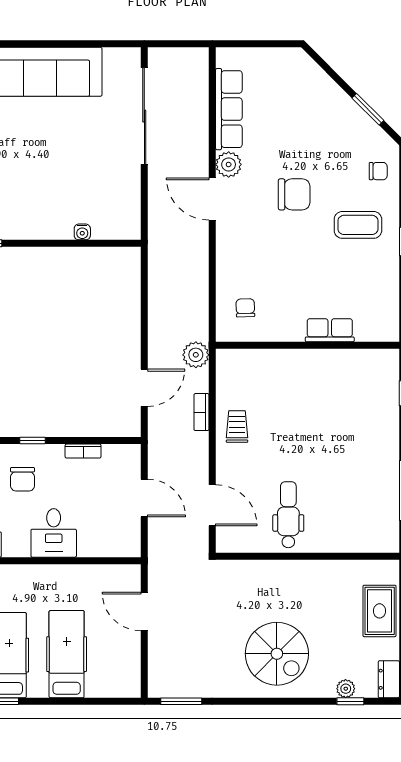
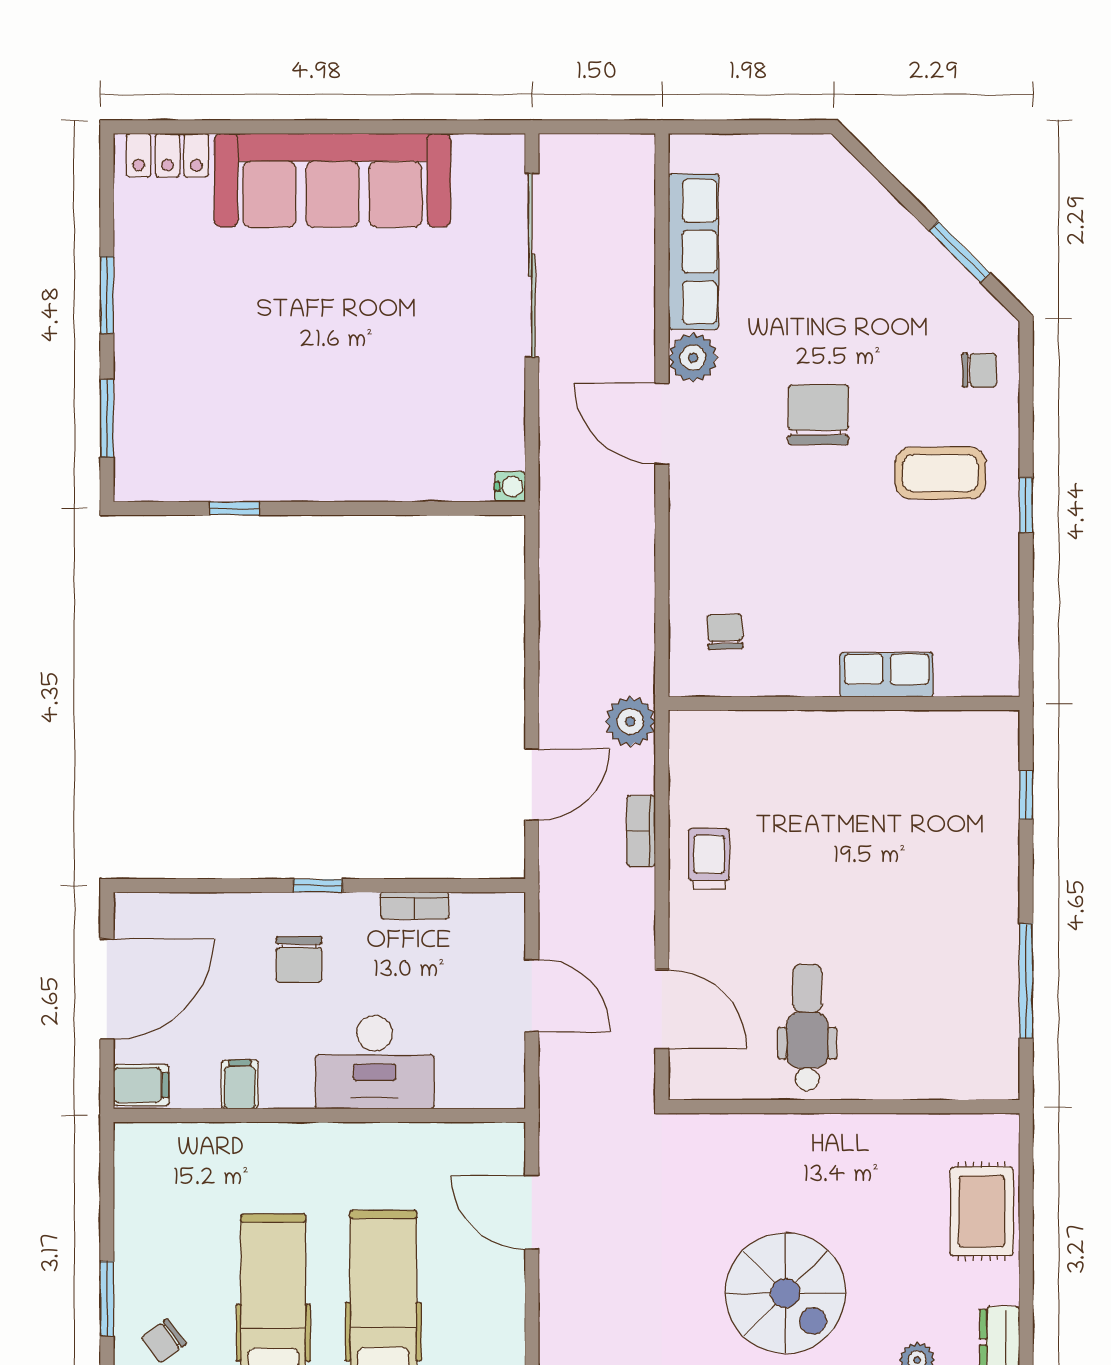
chair: (294, 194) -> (818, 415), turned -90
water cooler: (82, 232) -> (510, 487), moved, turned -90
desk: (54, 533) -> (375, 1062), width x1.37

